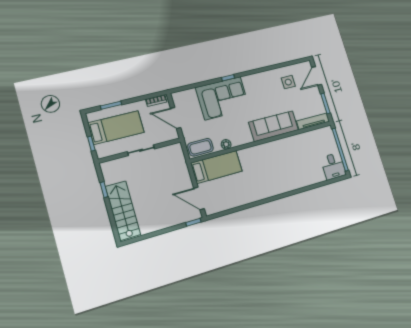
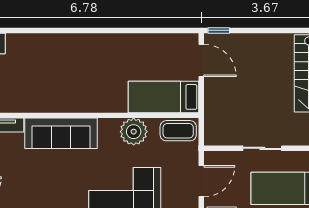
side table: (288, 82) -> (17, 193), removed
door: (176, 118) -> (201, 181), hinge flipped
plant: (226, 144) -> (134, 132), width x1.87, depth x1.87

